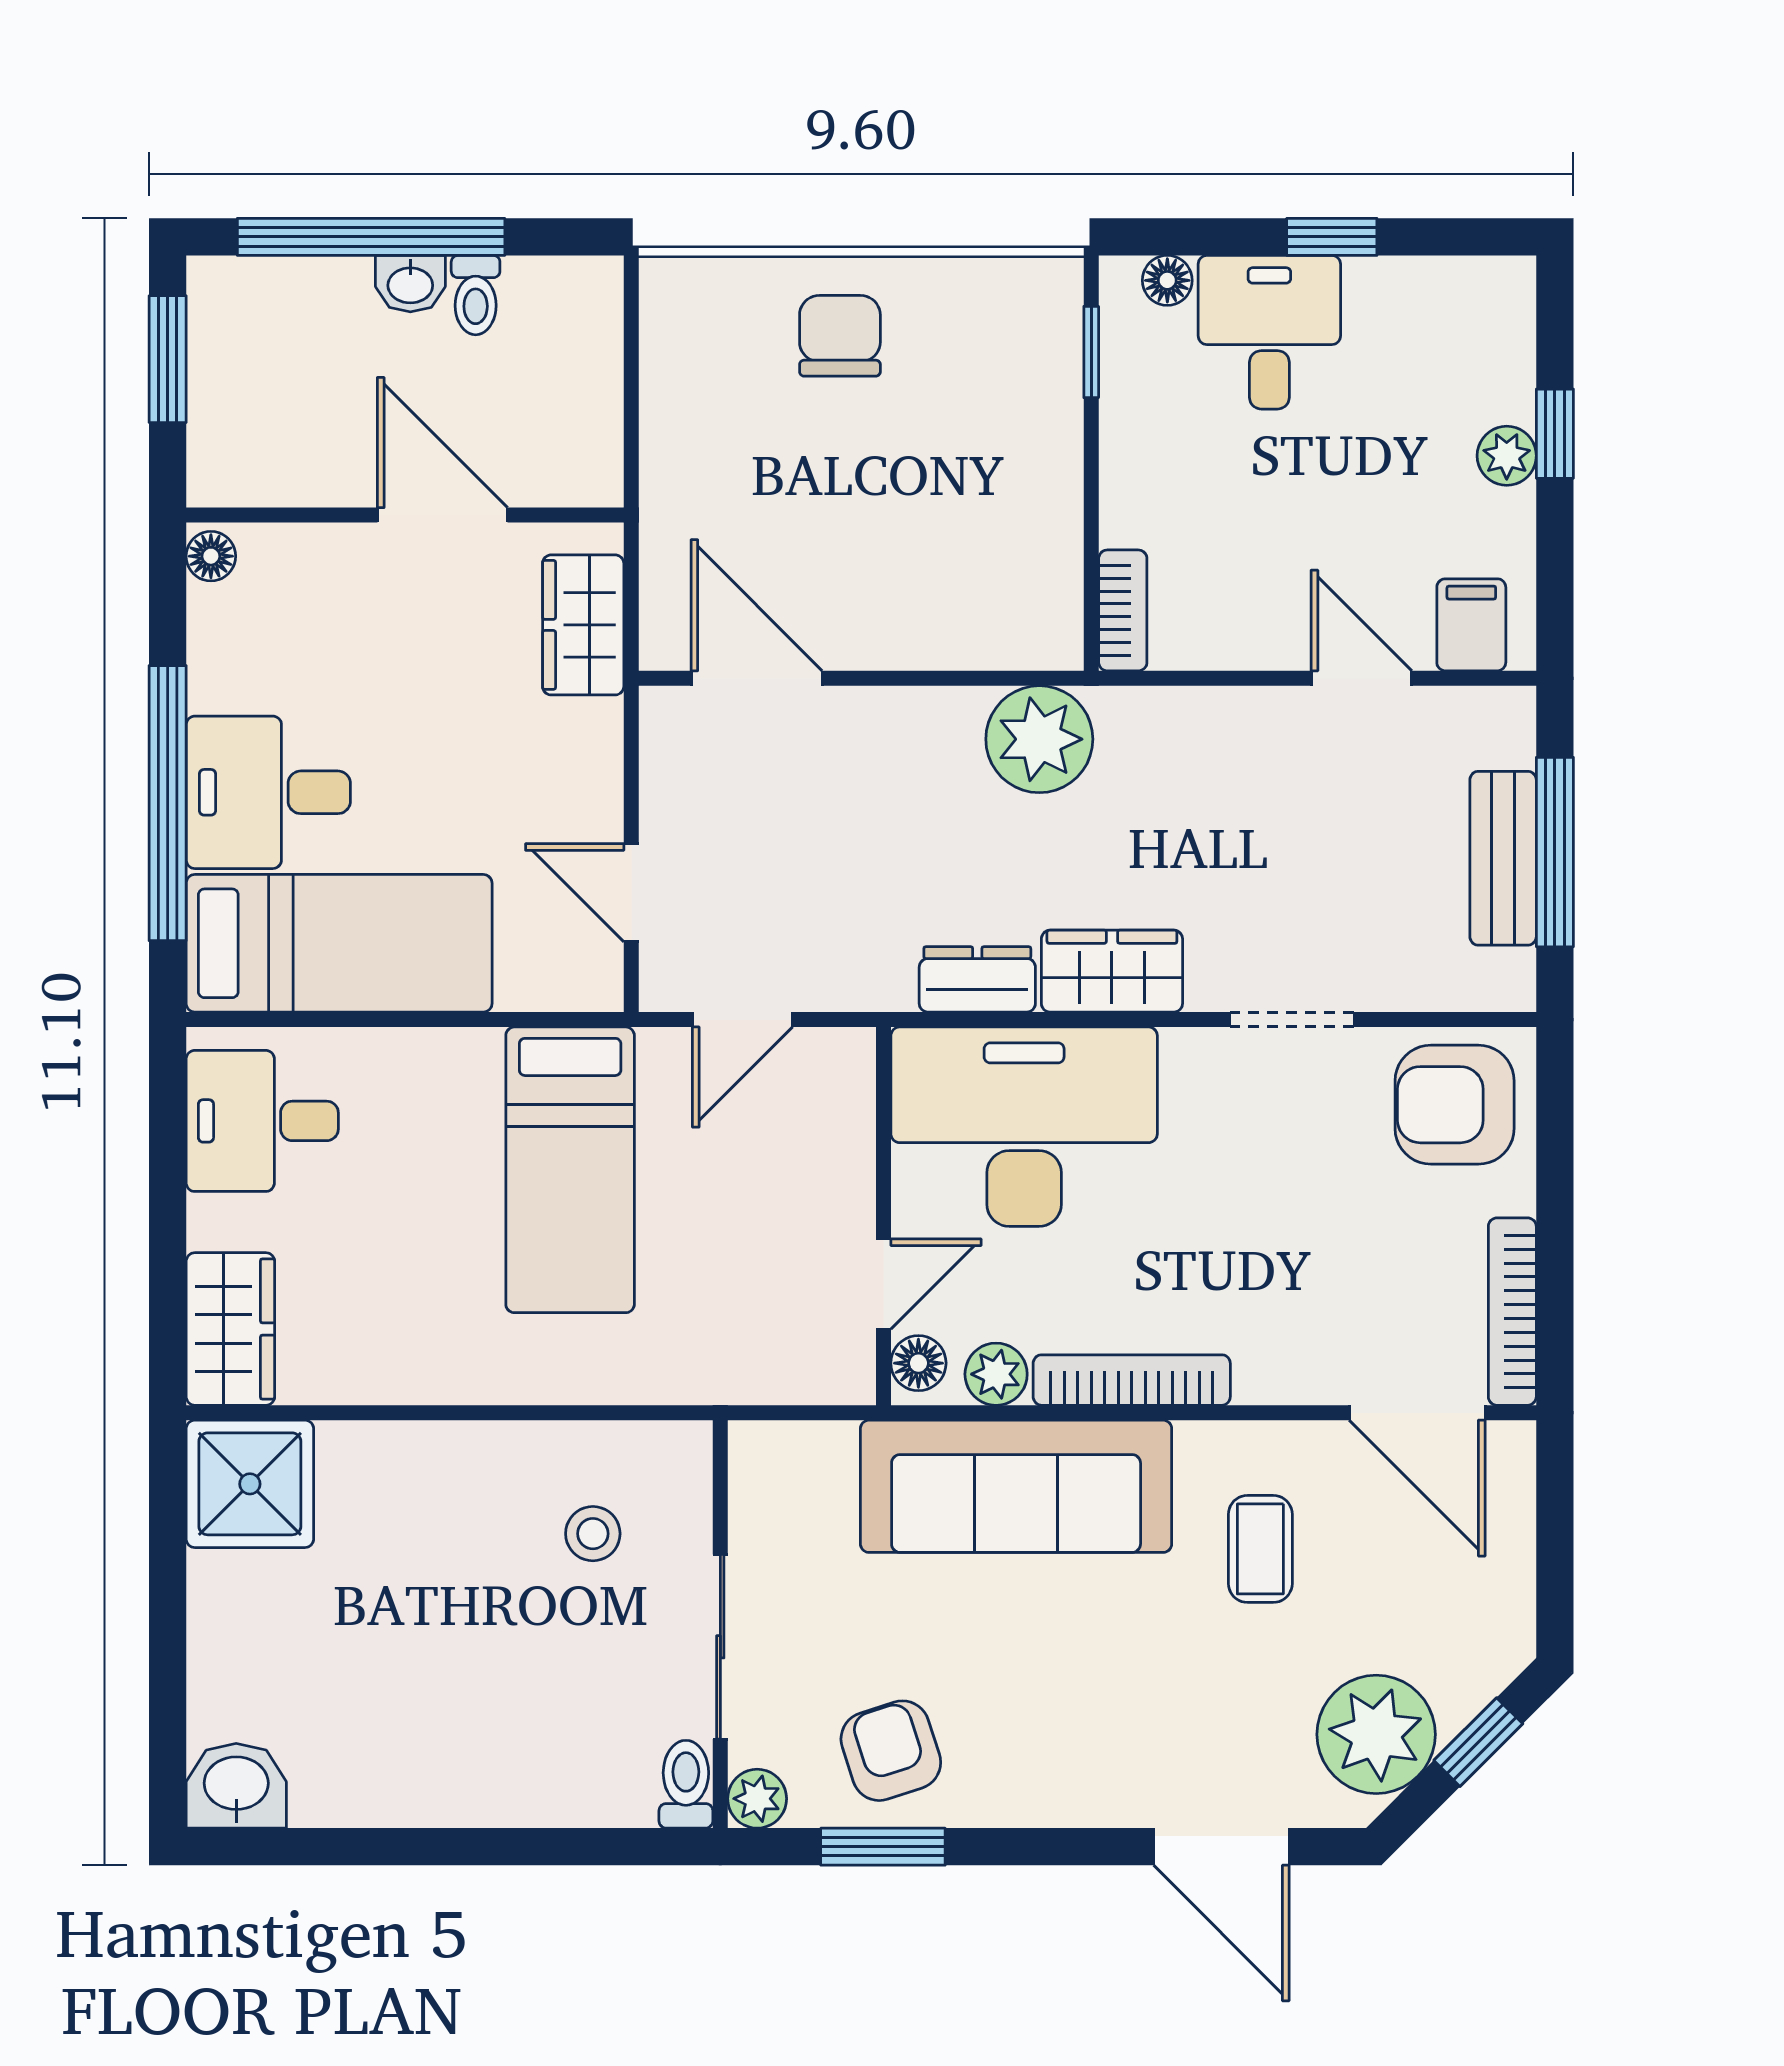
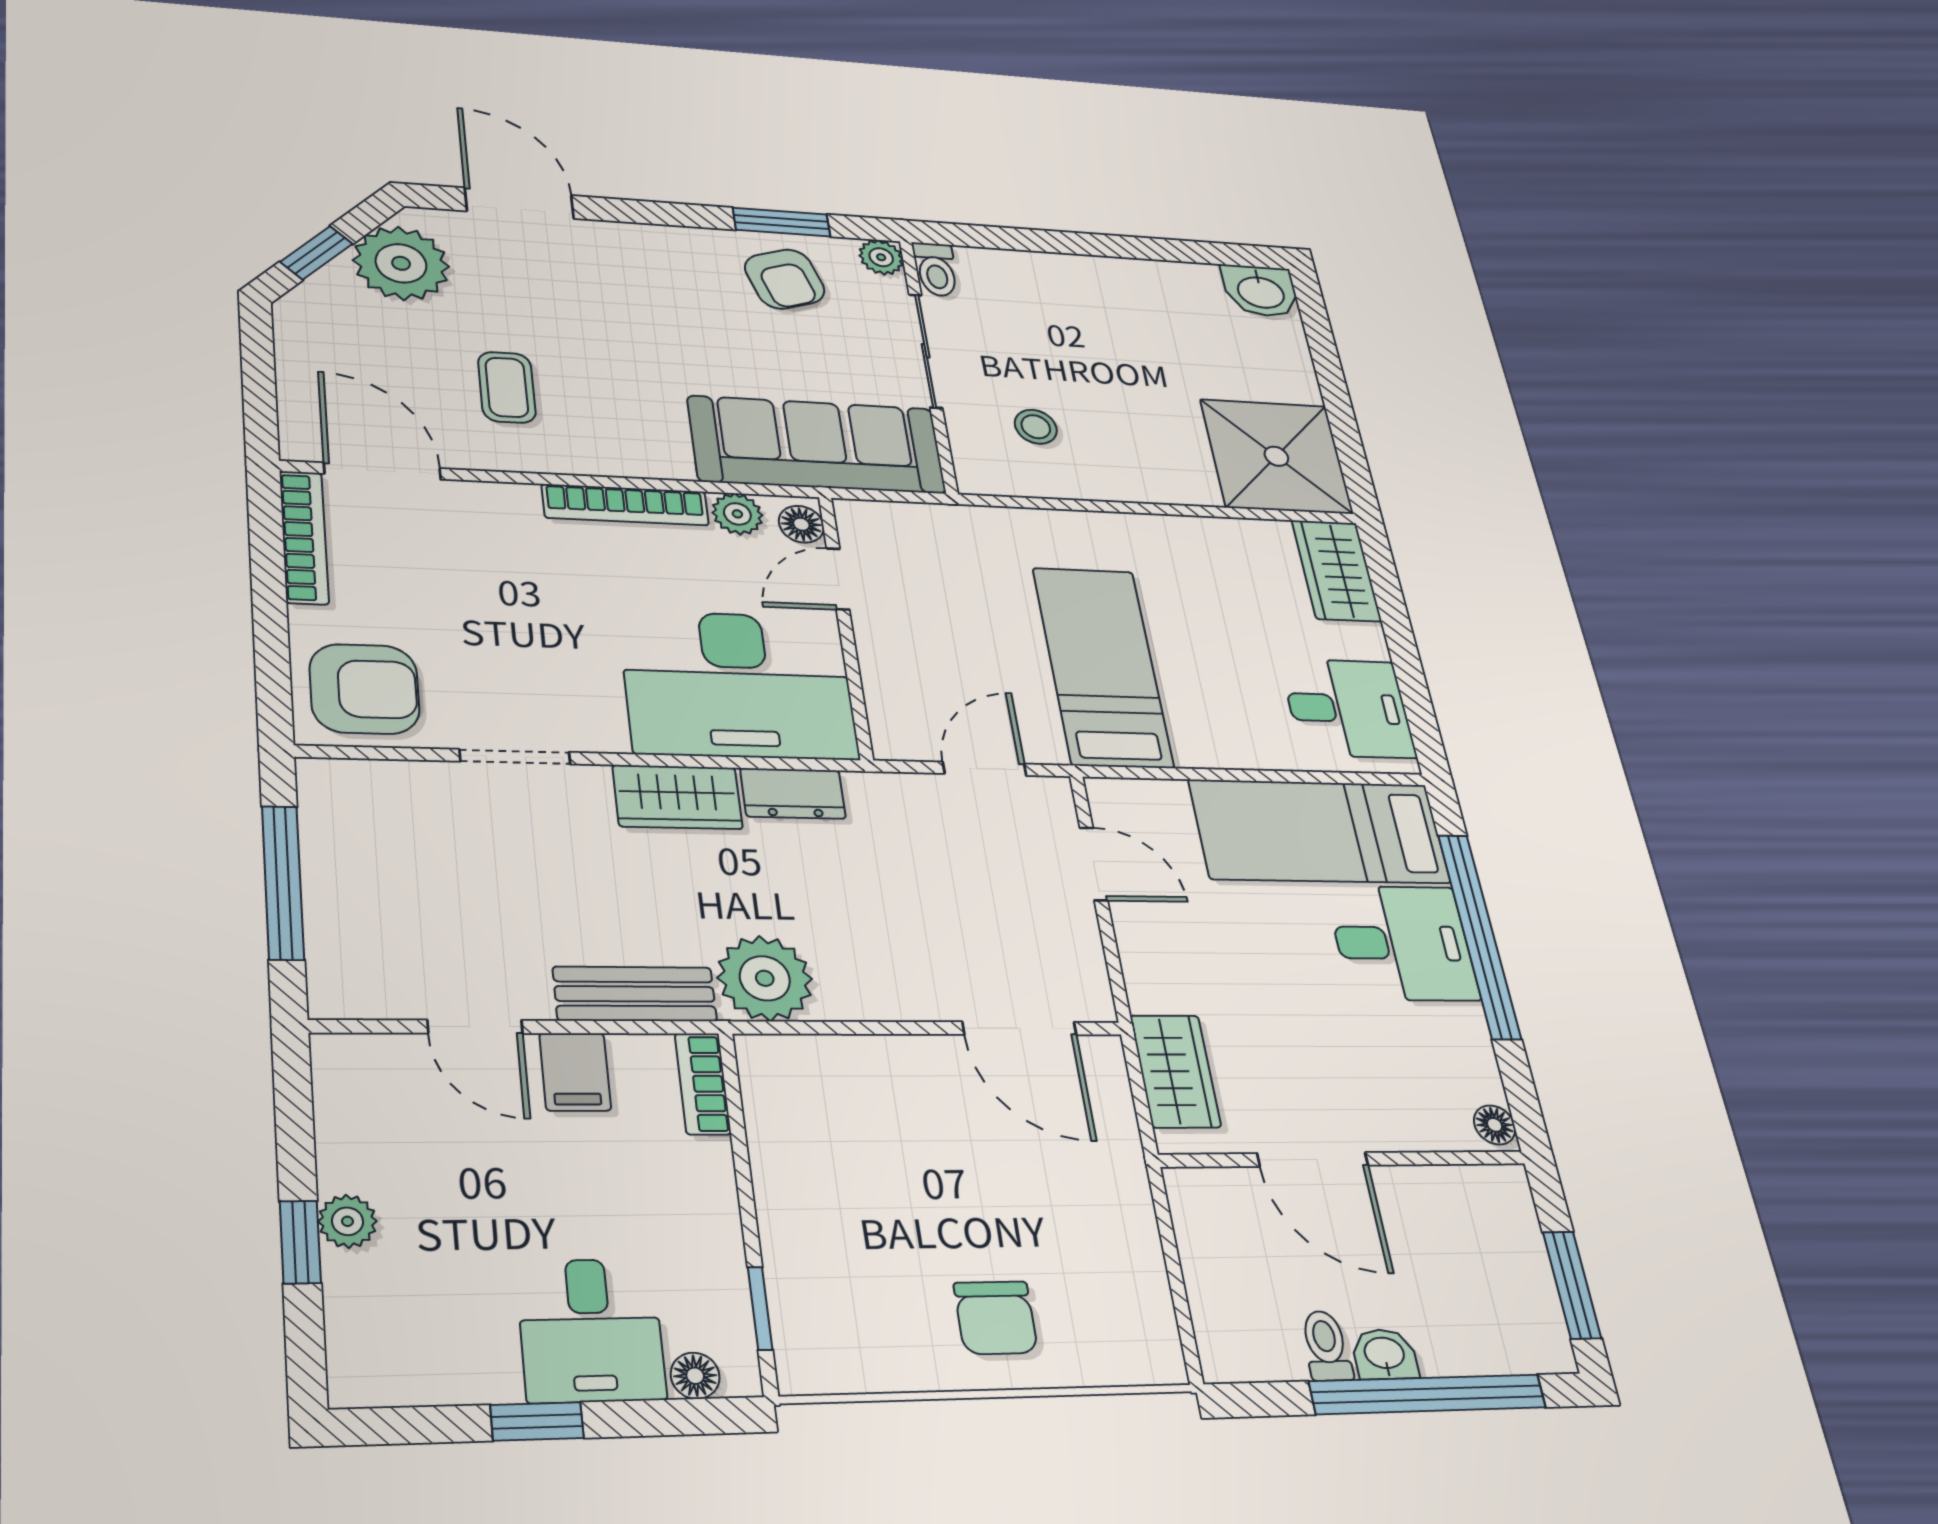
filing cabinet: (1471, 625) -> (575, 1072), moved
bench: (1503, 858) -> (635, 994), moved, turned 90
shower: (250, 1484) -> (1276, 456), width x1.37, depth x1.37
sofa: (1016, 1486) -> (817, 445), moved

